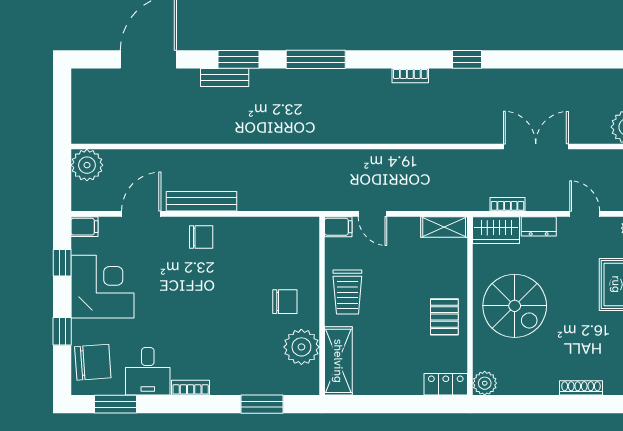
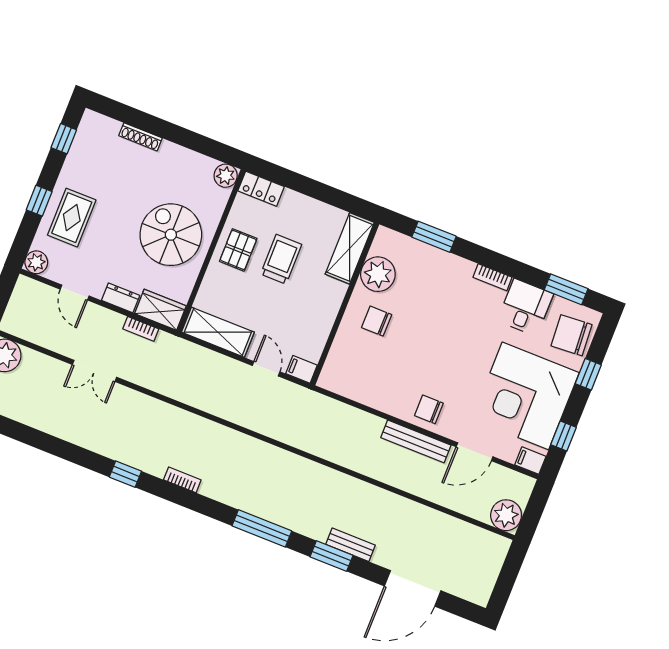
double door: (536, 147) -> (95, 371), width x0.73
shelving: (444, 227) -> (218, 332), width x1.50, depth x1.33
corner desk: (103, 287) -> (525, 396), width x1.36, depth x1.36
trolley: (347, 292) -> (281, 259), moved

